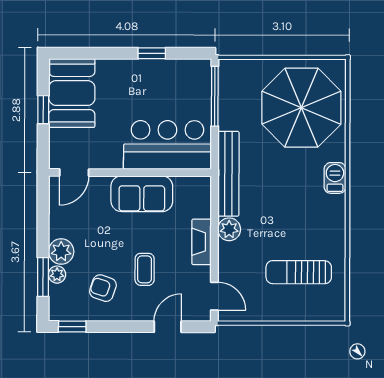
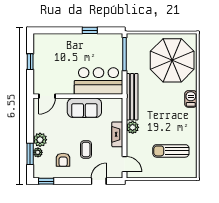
booth: (72, 93) -> (46, 52), removed
armchair: (103, 288) -> (63, 160), turned -109

